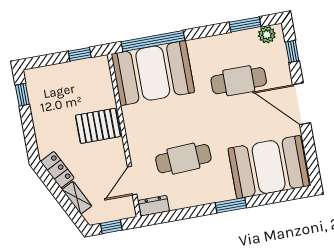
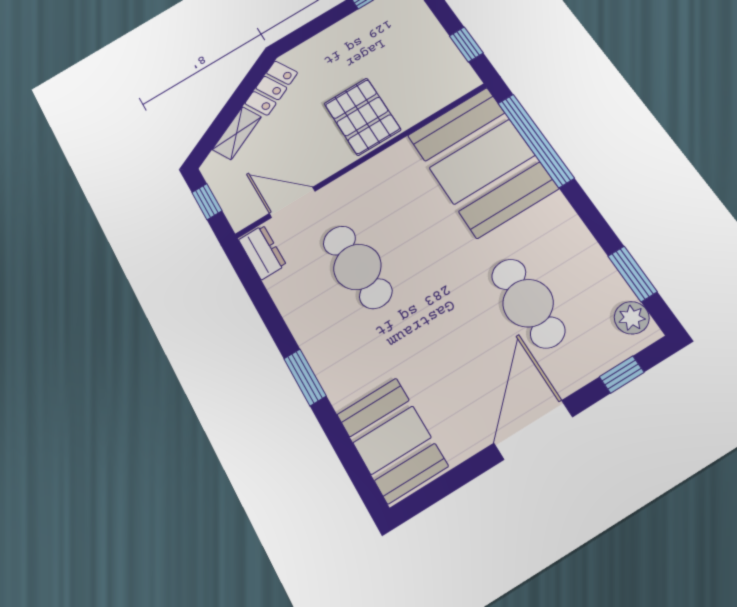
booth: (269, 167) -> (392, 440), width x0.73, depth x0.70

